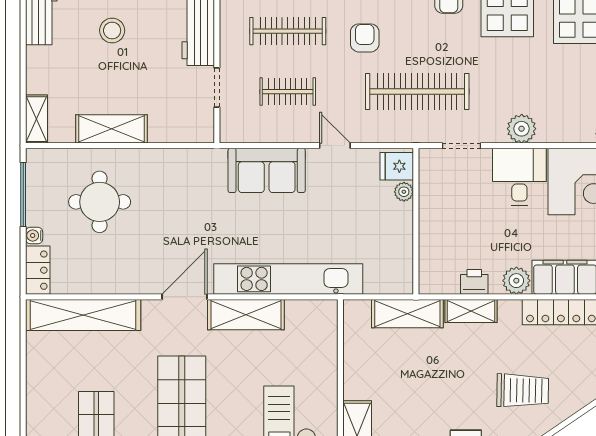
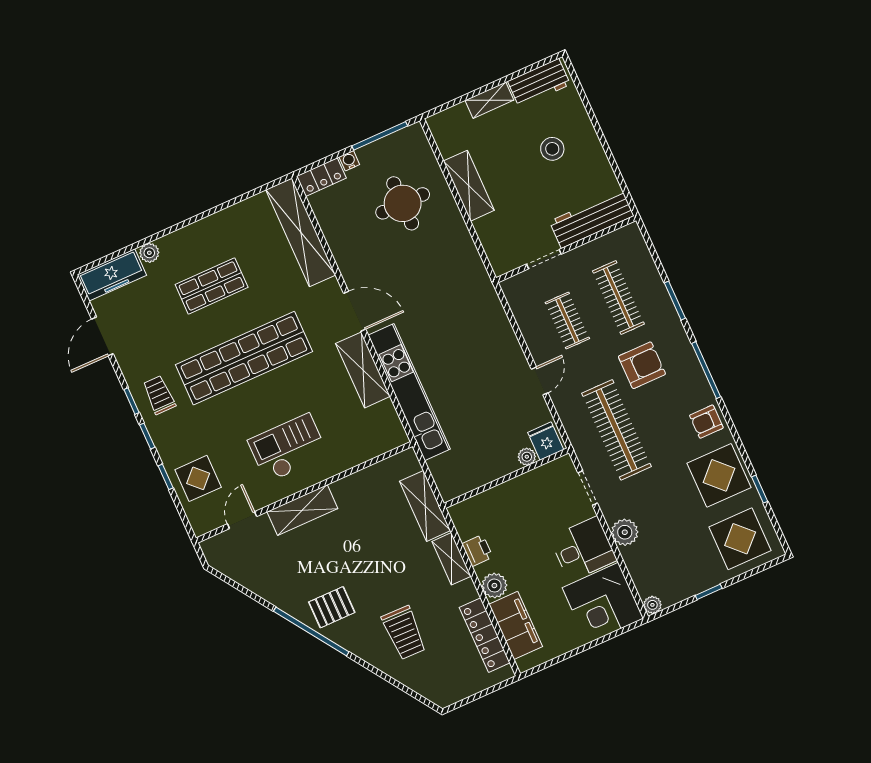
armchair: (365, 38) -> (642, 365), width x1.38, depth x1.38
shelving: (36, 119) -> (489, 100), moved
sofa: (267, 170) -> (493, 333), removed

